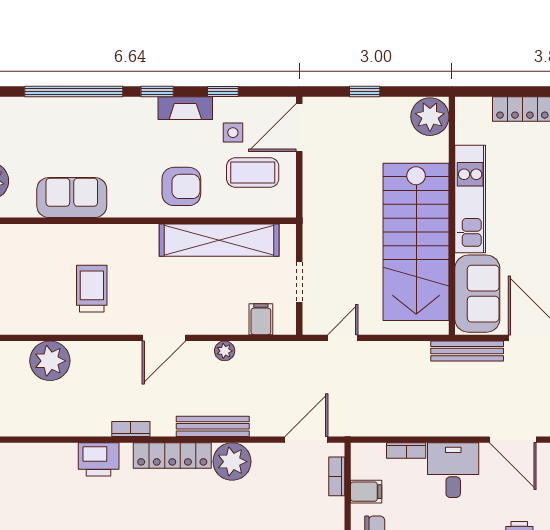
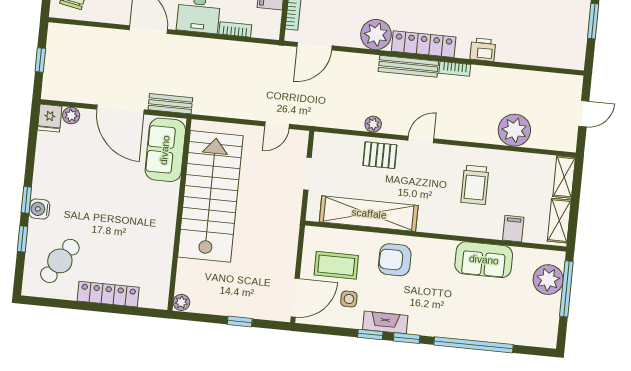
window: (223, 91) -> (370, 334), moved
plant: (430, 117) -> (181, 302), width x0.53, depth x0.53
kitchen unit: (470, 199) -> (163, 226), removed
pallet: (212, 313) -> (380, 155), added
filing cabinet: (261, 319) -> (513, 229), moved, turned 180
door: (164, 338) -> (421, 139), width x0.73
bench: (467, 351) -> (170, 104), width x0.73
bench: (213, 426) -> (408, 66), moved
printer: (99, 459) -> (483, 50), width x0.73, depth x0.81

